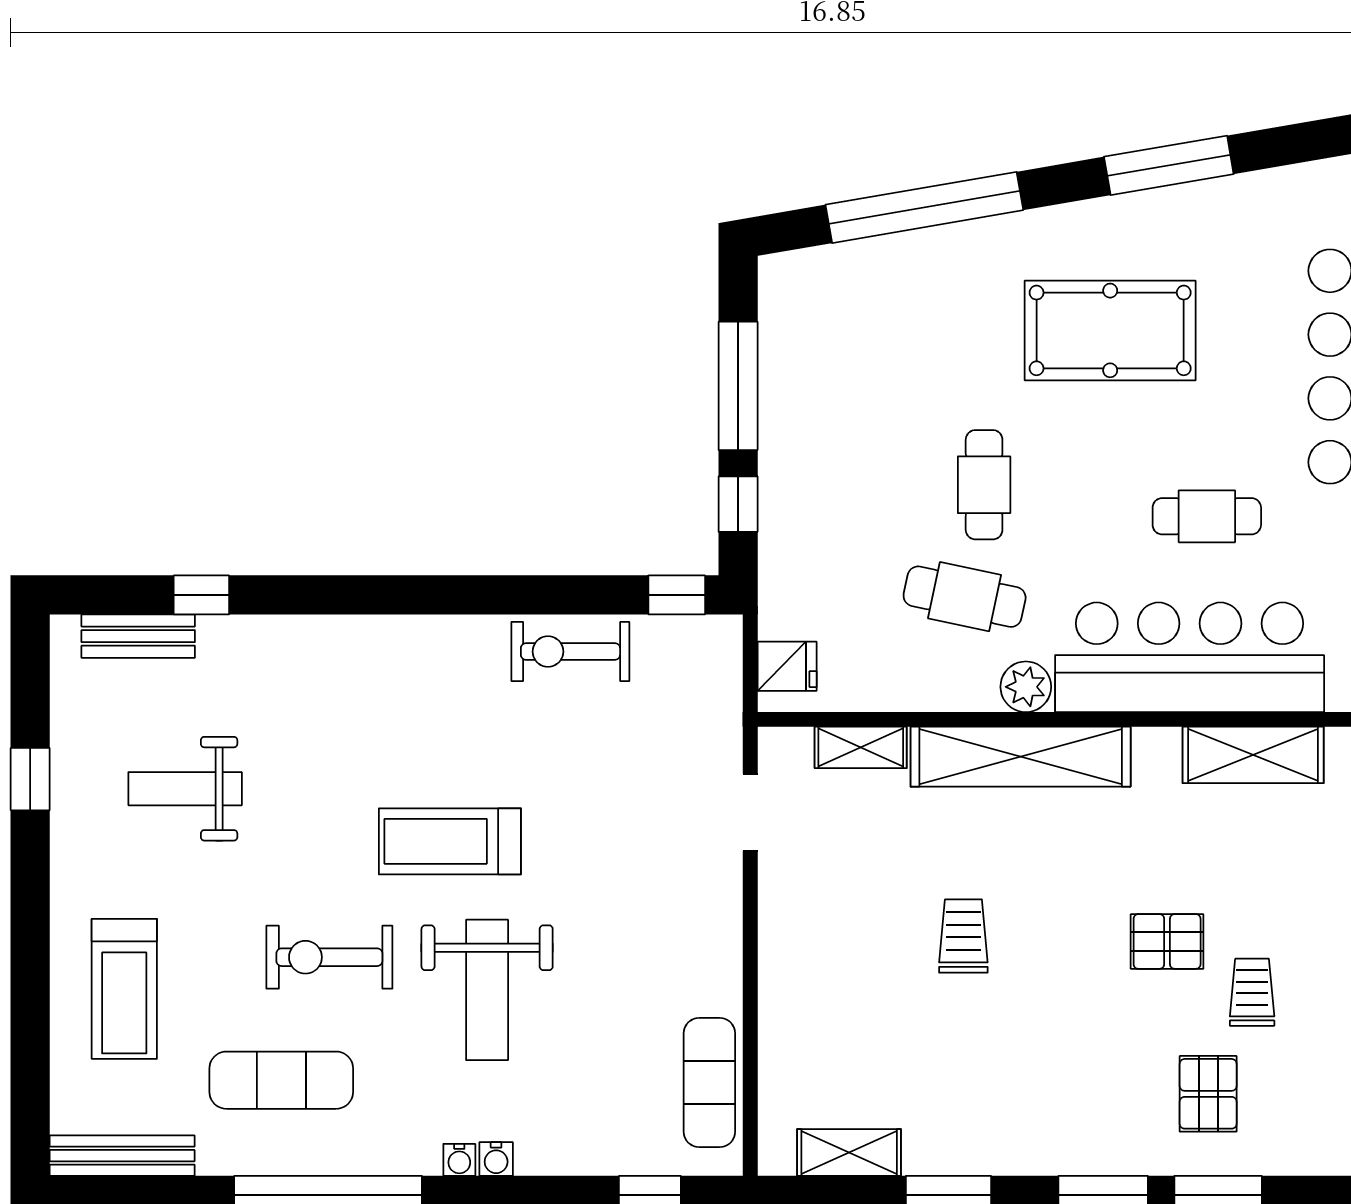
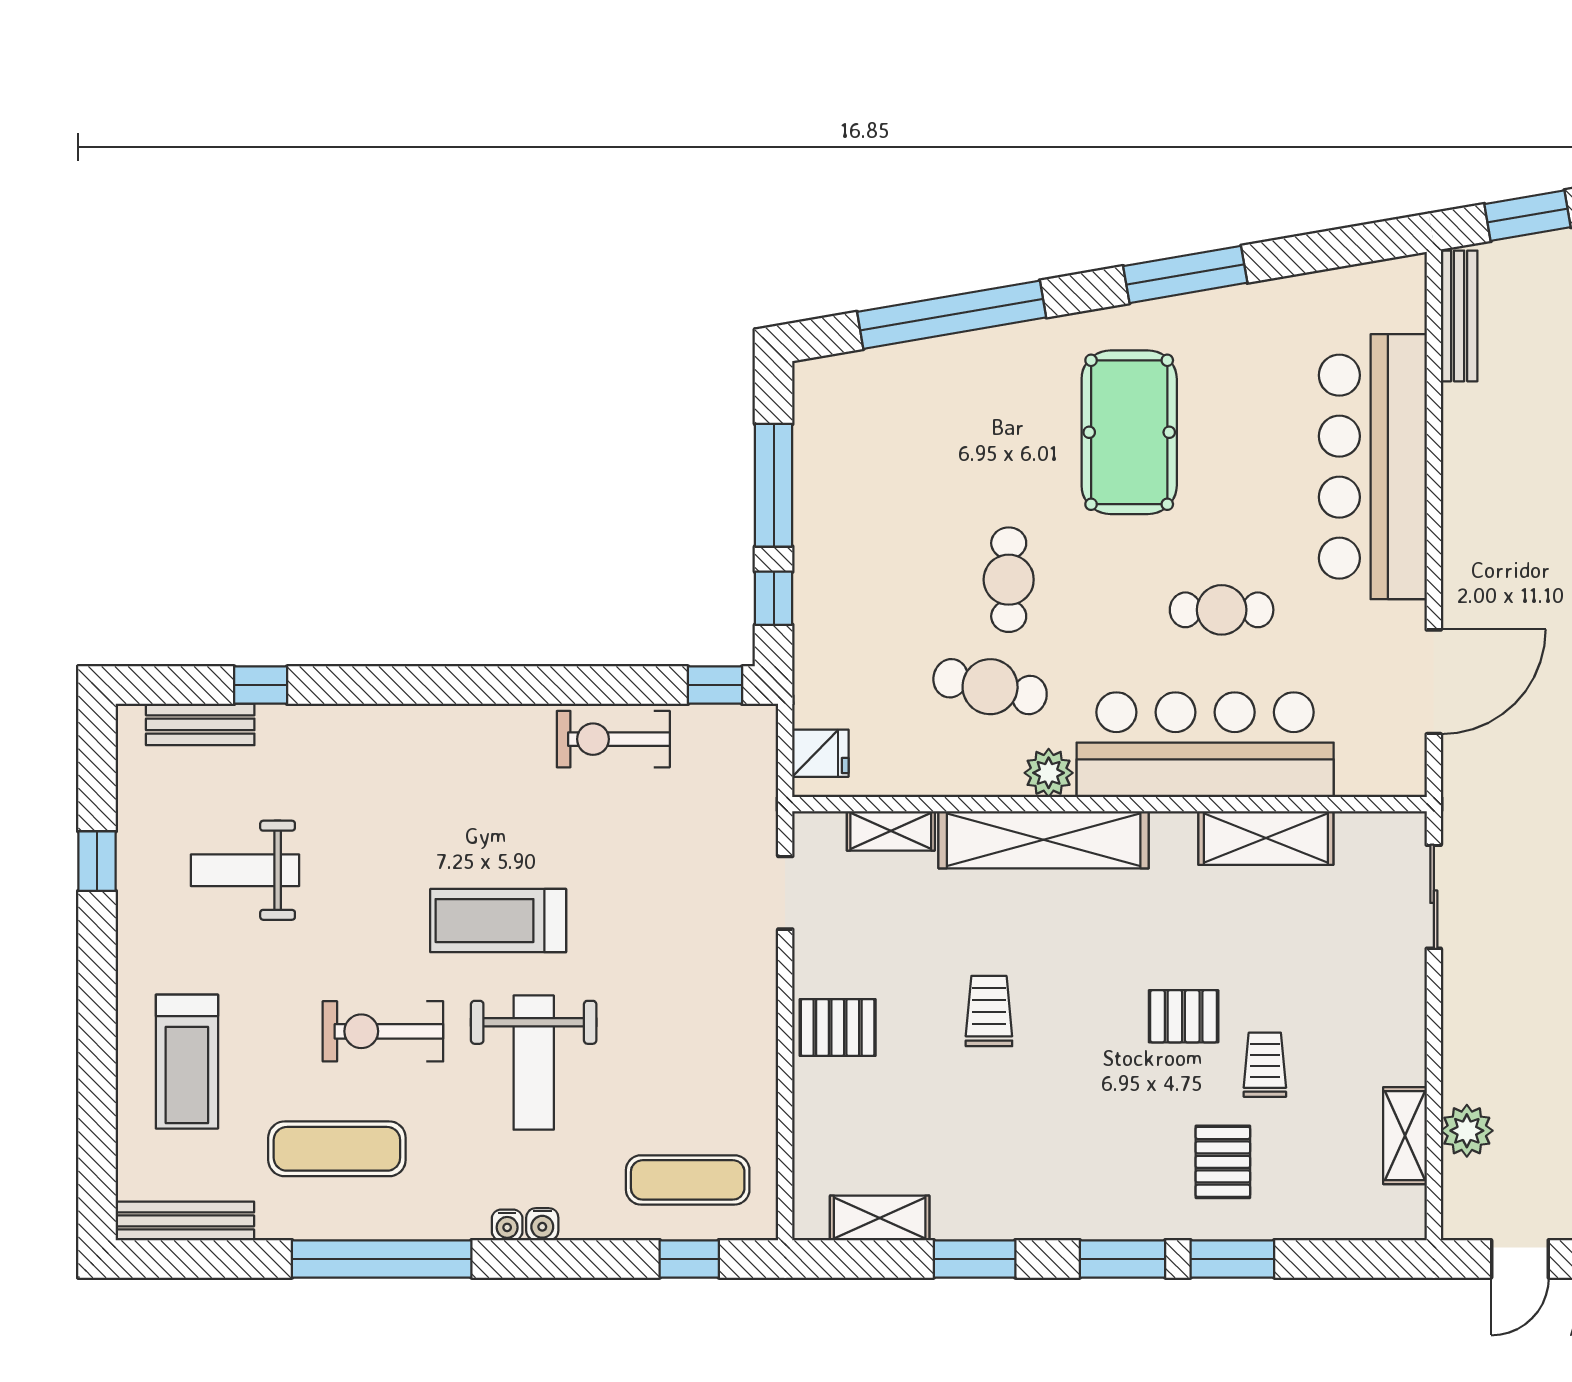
pool table: (1110, 330) -> (1129, 432), turned 90
pallet: (805, 953) -> (838, 1027), added
exercise mat: (709, 1083) -> (688, 1180), moved, turned 90

